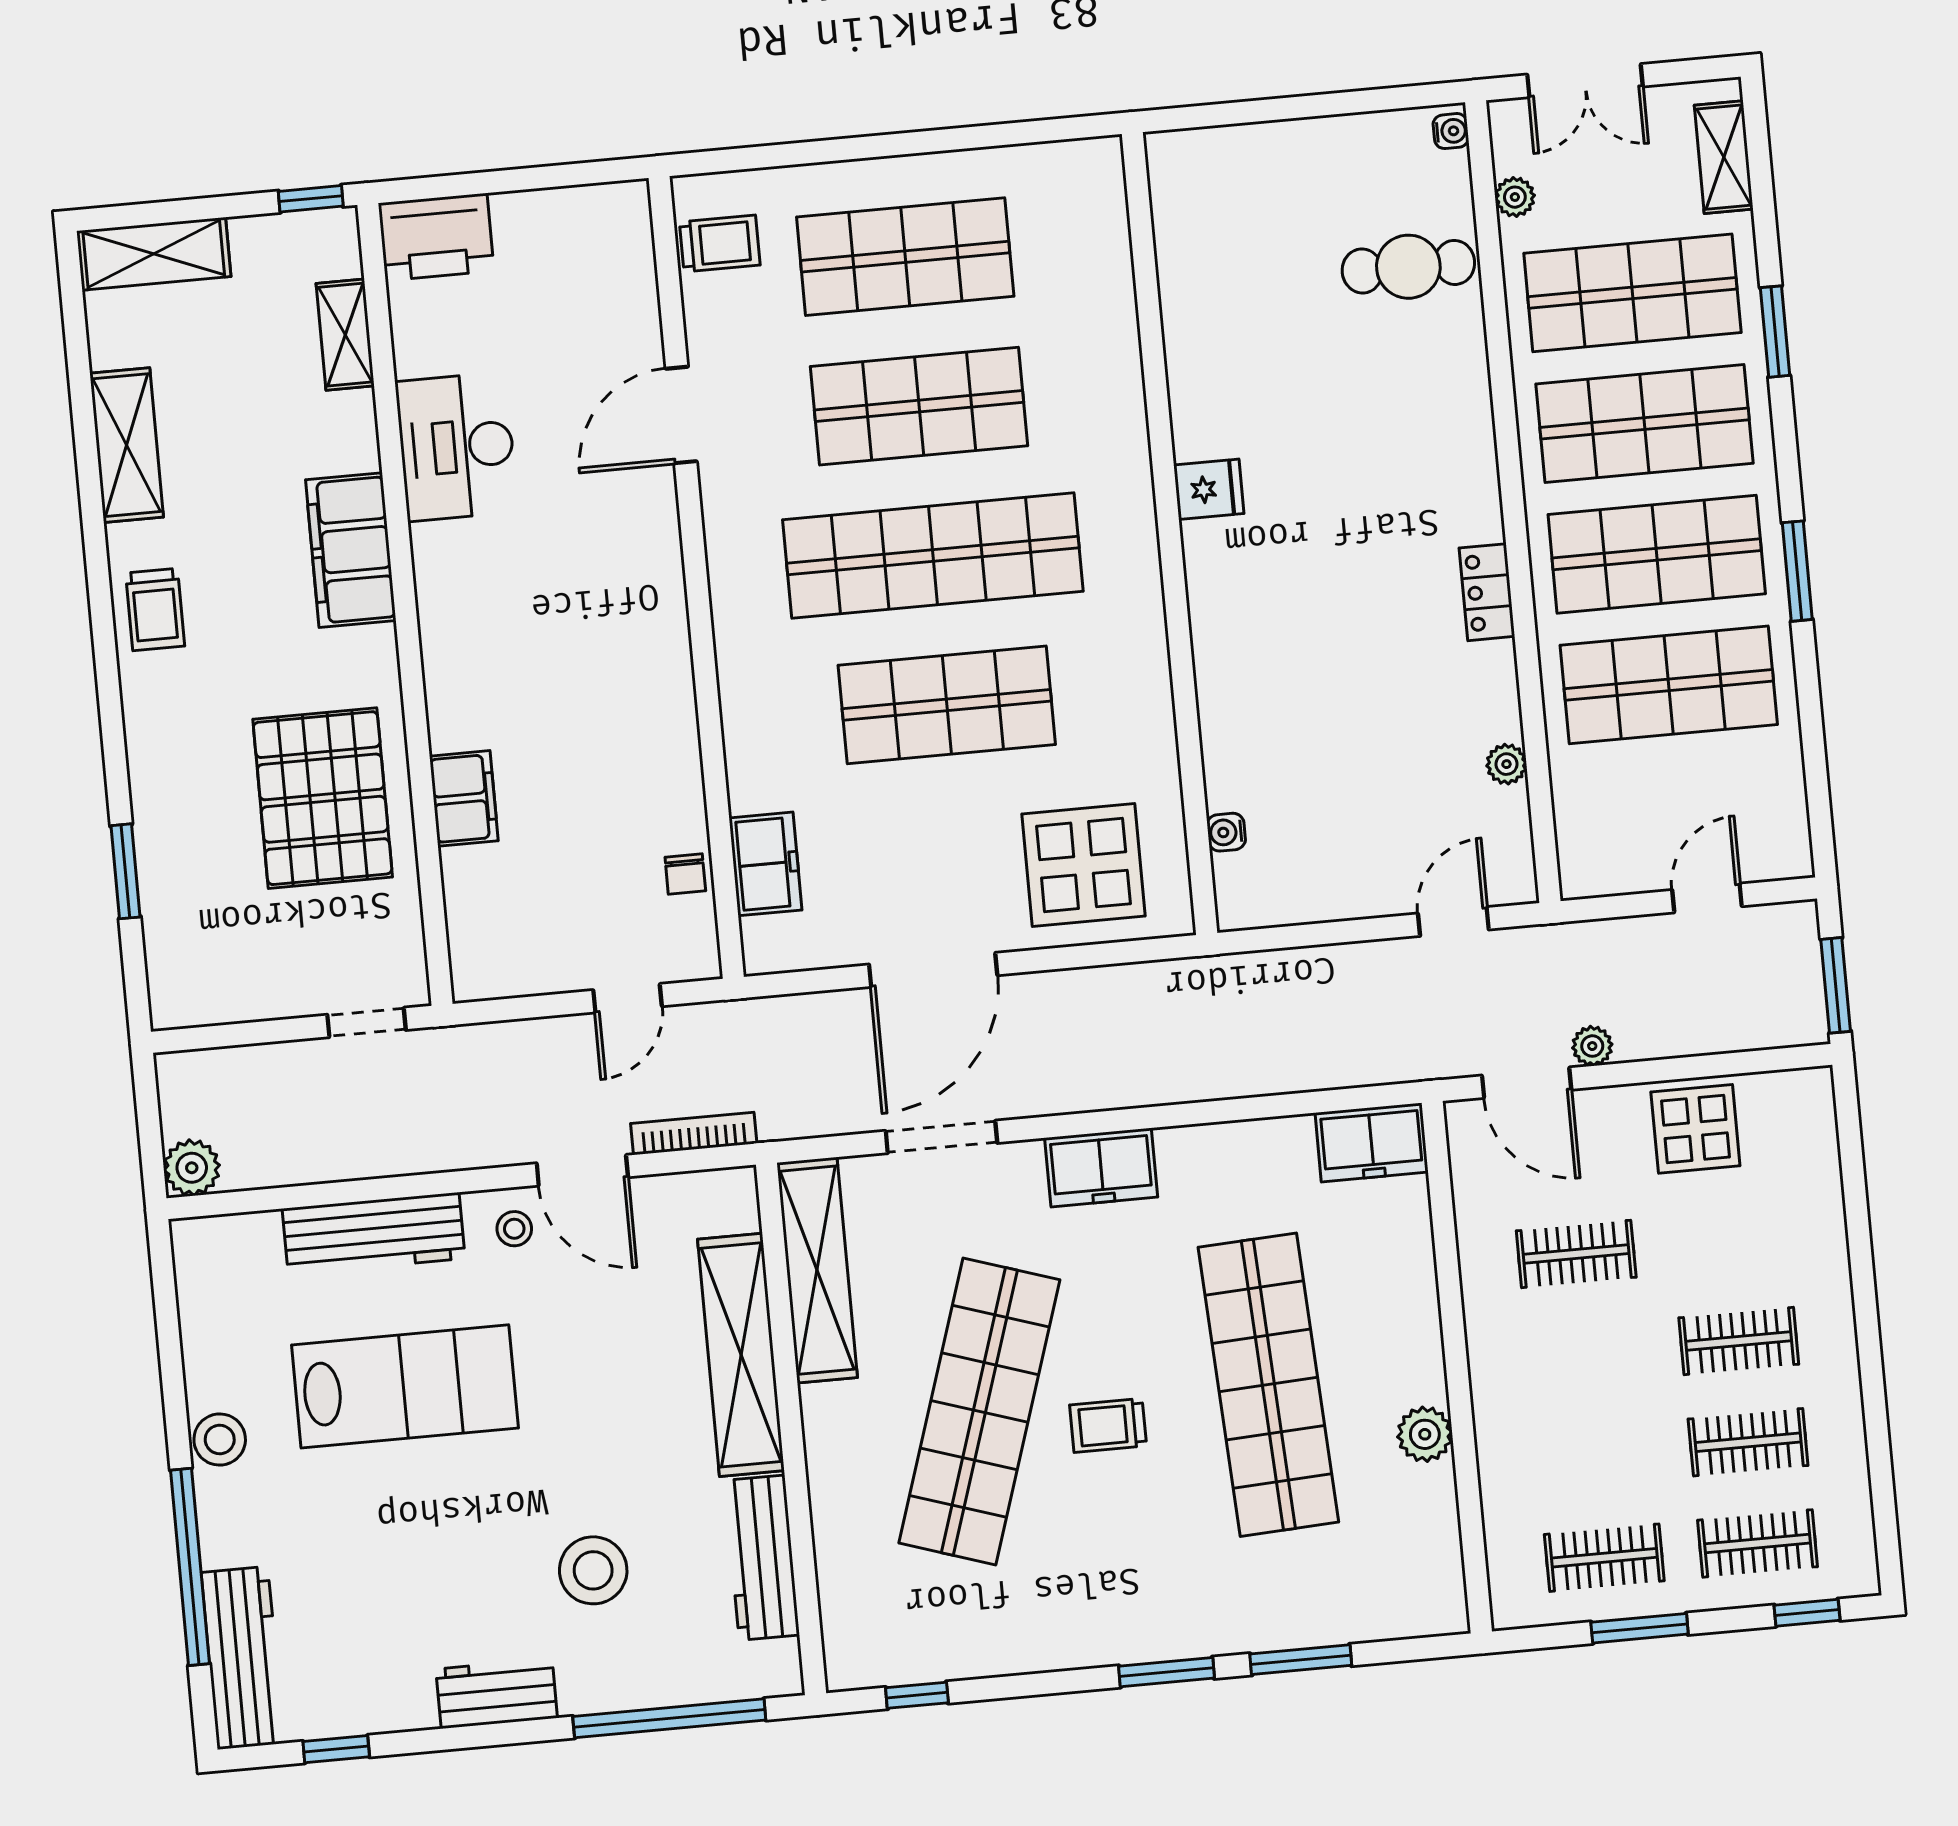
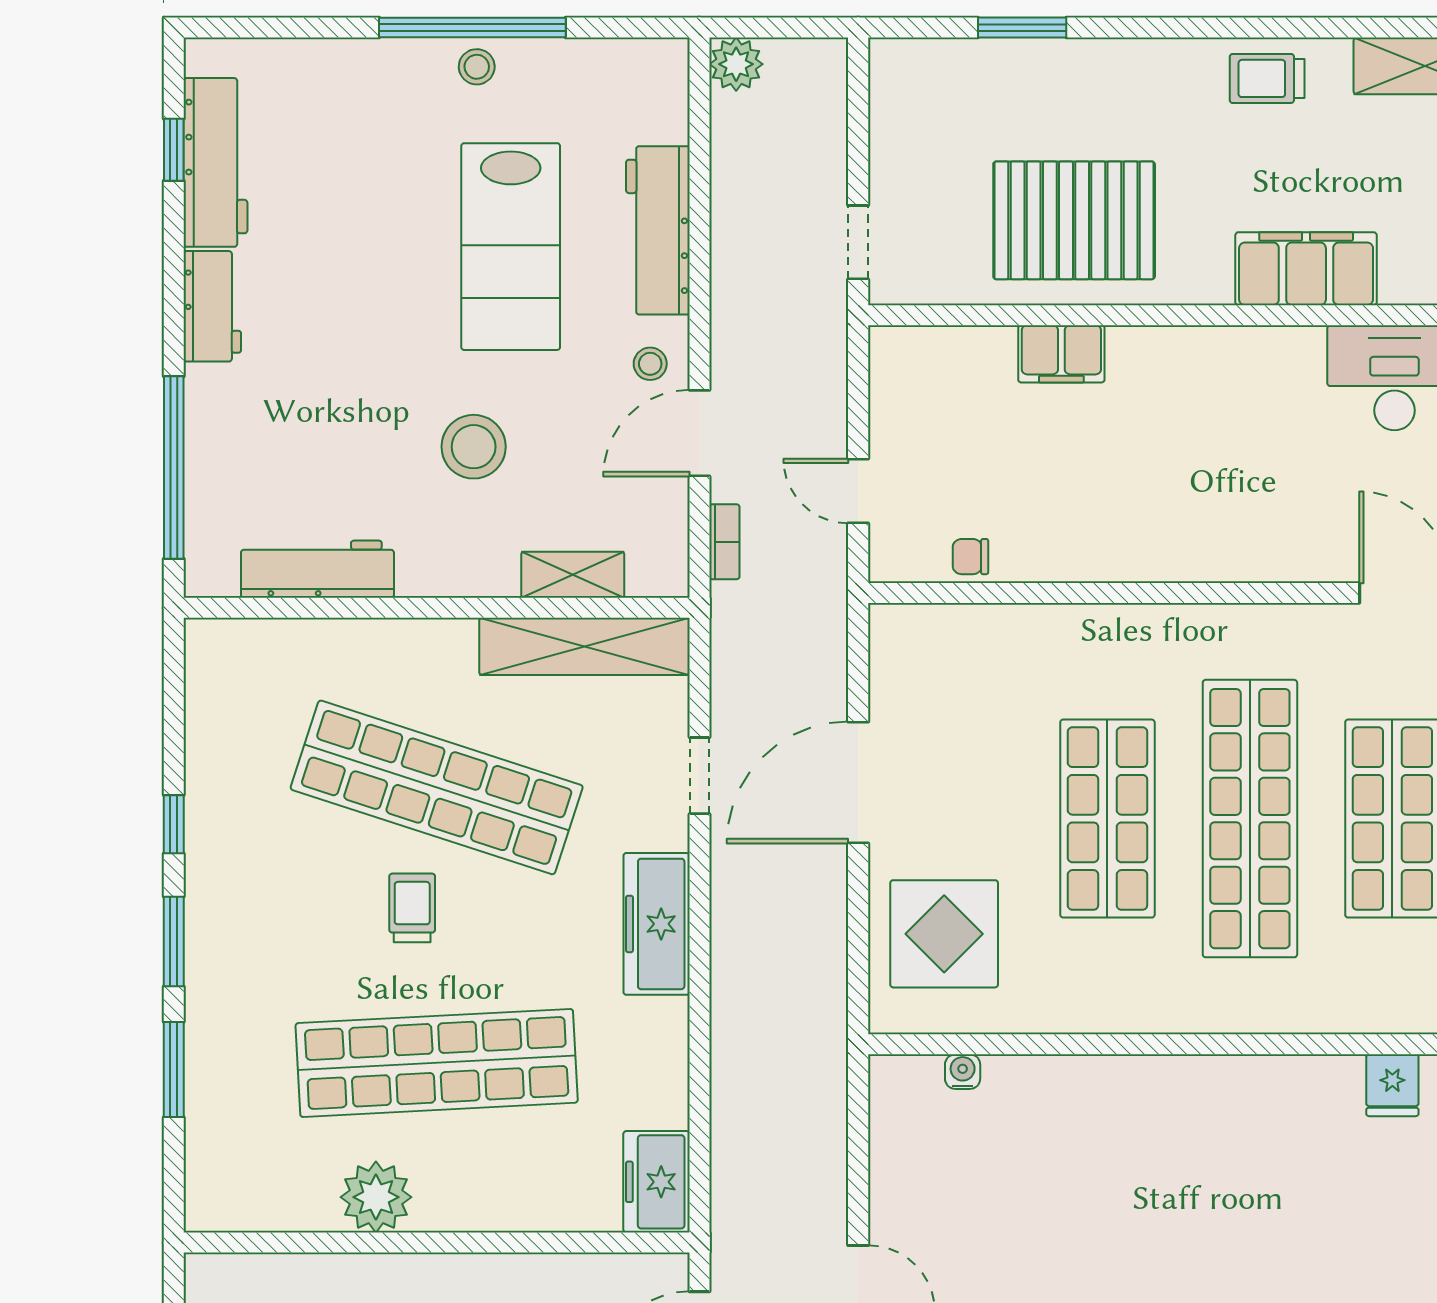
fridge: (1209, 489) -> (1392, 1085), moved
freezer: (765, 864) -> (973, 633), removed
door: (933, 970) -> (858, 782), hinge flipped
bookcase: (694, 1134) -> (724, 542), width x0.64
doorway: (941, 1137) -> (699, 776), width x0.73
freezer: (1101, 1168) -> (657, 924), width x1.40
shelving: (741, 1355) -> (573, 575), width x0.45, depth x0.75
plant: (1425, 1434) -> (376, 1197), width x1.36, depth x1.36
stool: (220, 1440) -> (477, 67), width x0.73, depth x0.73
window: (190, 1567) -> (472, 28), moved
stool: (593, 1570) -> (474, 447), moved
workbench: (243, 1658) -> (215, 162), moved, turned -90
window: (917, 1695) -> (174, 824), moved

